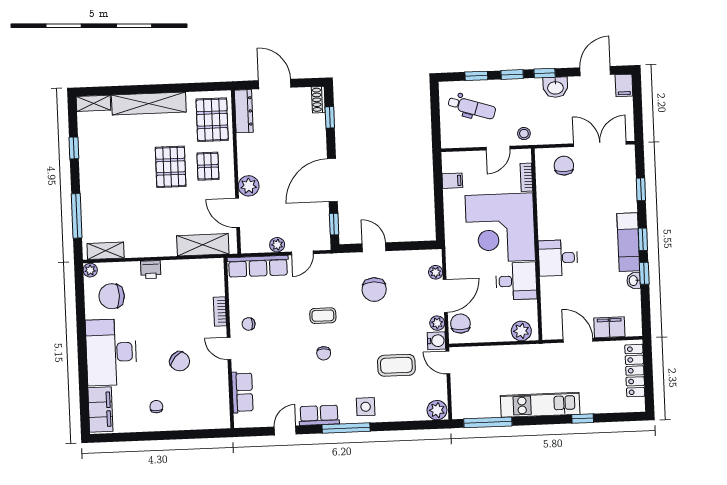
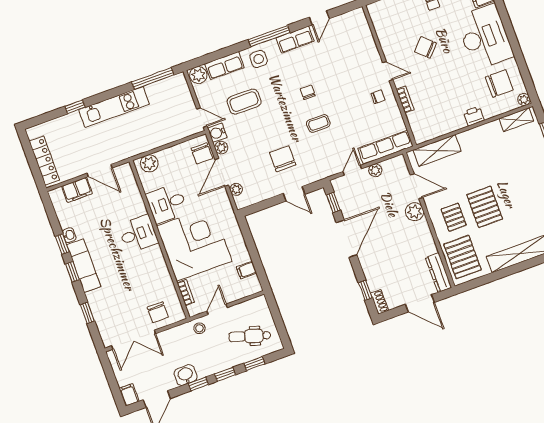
row of seats: (242, 392) -> (224, 66), moved, turned -90

